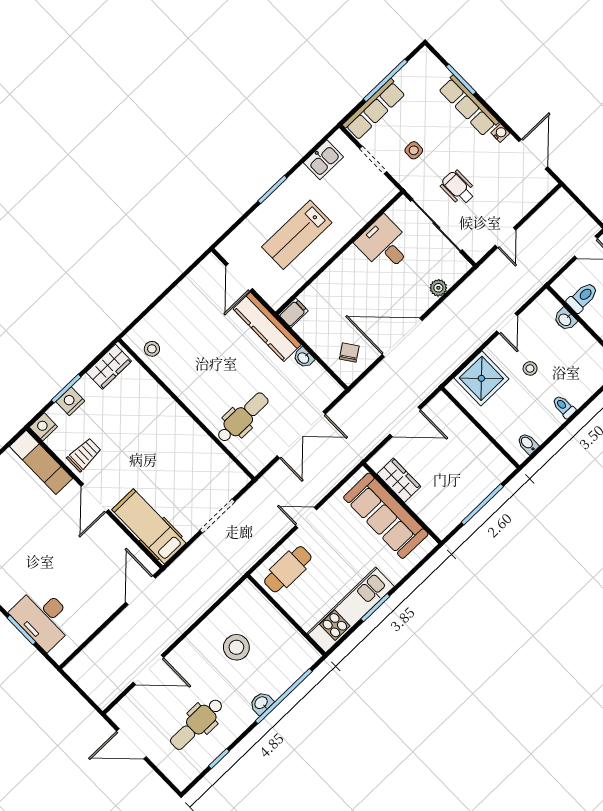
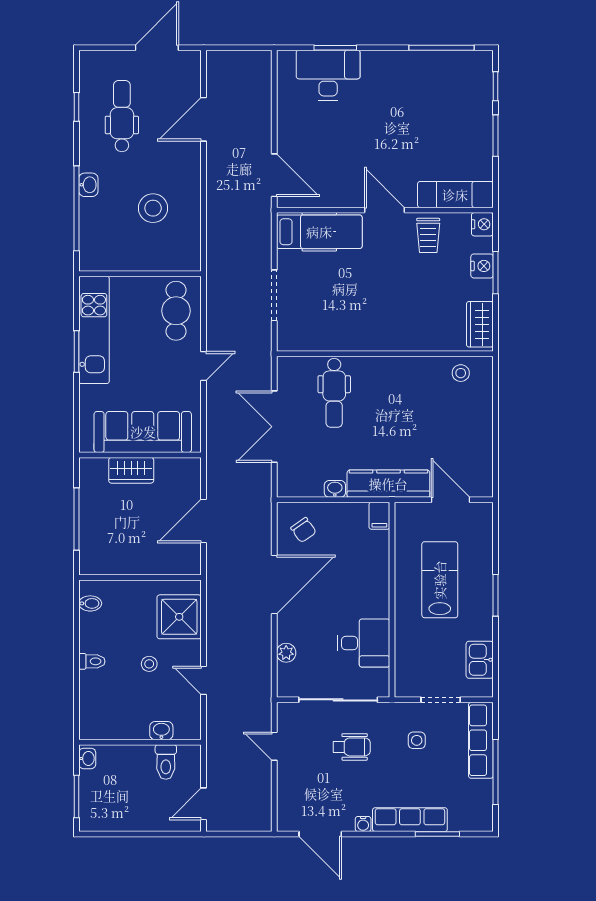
wardrobe: (399, 480) -> (131, 470), moved

